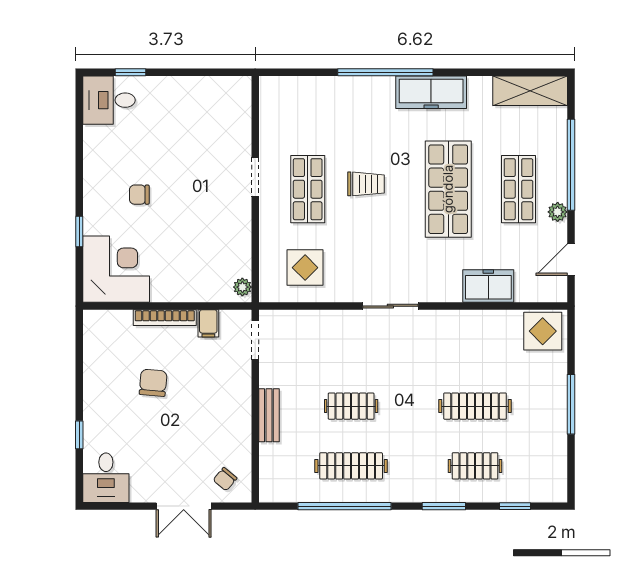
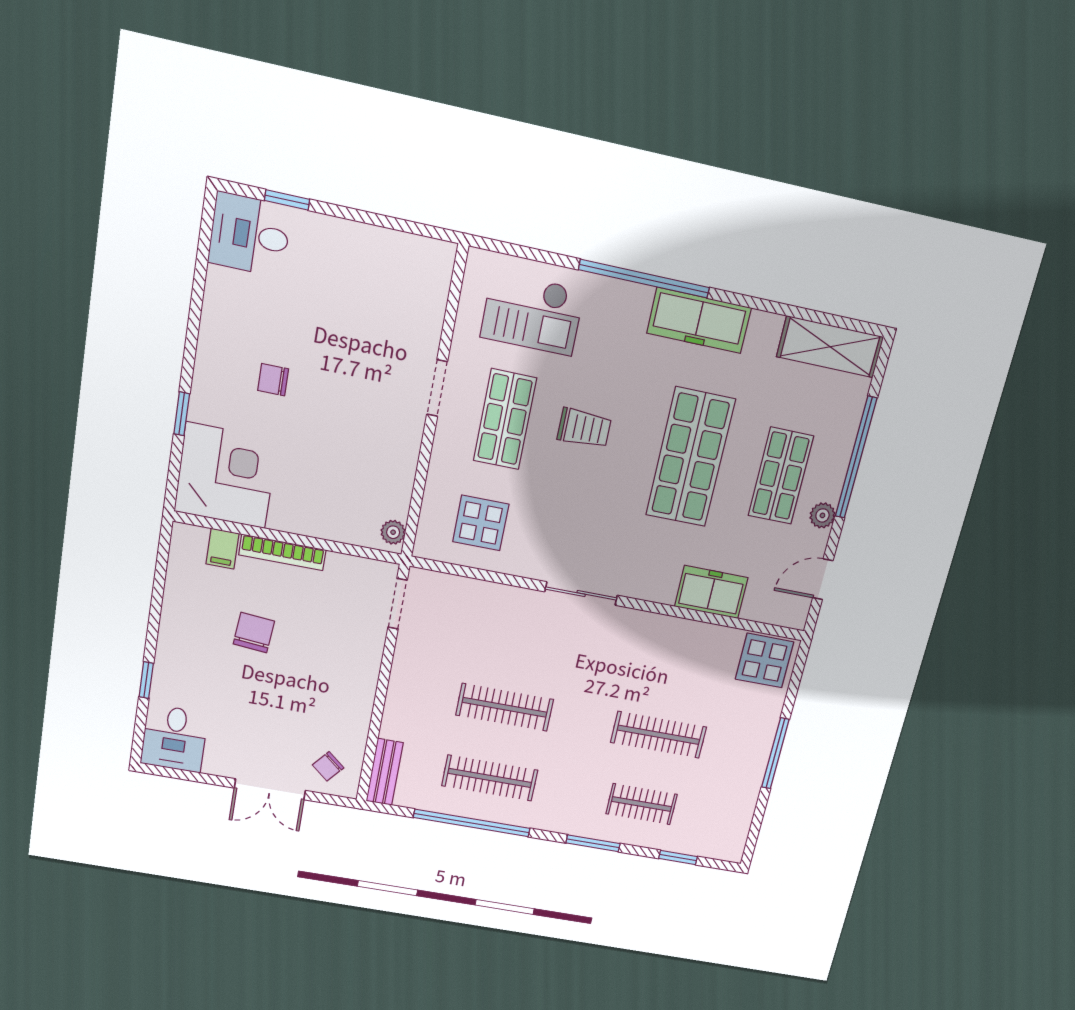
checkout: (312, 112) -> (532, 313), added
filing cabinet: (208, 323) -> (222, 549), moved
clothes rail: (351, 406) -> (505, 707), width x1.36
bench: (269, 415) -> (385, 772), moved

